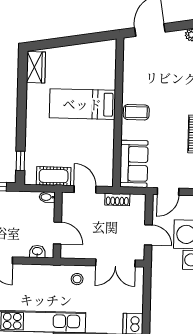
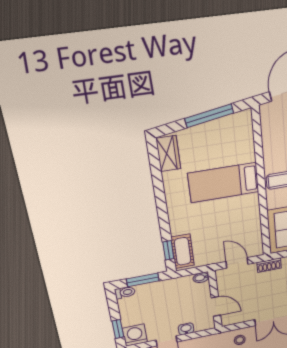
window: (77, 40) -> (209, 116), added
cot: (54, 176) -> (183, 251), moved, turned 90
washbasin: (37, 252) -> (186, 329), moved

